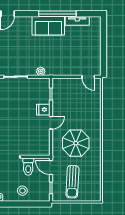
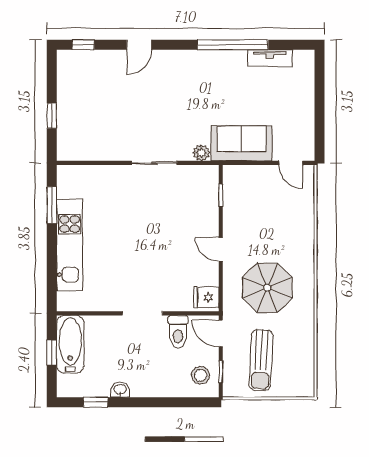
sofa: (48, 26) -> (242, 143), moved, turned 180
fridge: (43, 110) -> (206, 297), moved
door: (51, 123) -> (221, 249), swing flipped
stool: (22, 191) -> (201, 375), moved

